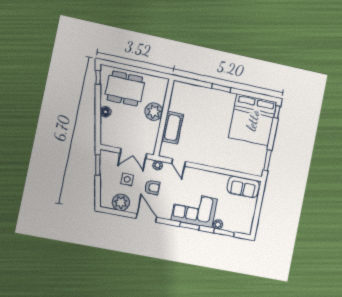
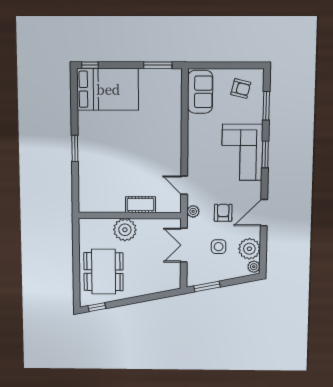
floor lamp: (105, 112) -> (138, 290), removed
bed: (253, 120) -> (108, 89), width x0.73
cot: (172, 128) -> (140, 205), width x0.73, depth x0.75
double door: (133, 153) -> (184, 245), swing flipped
door: (179, 162) -> (184, 185), swing flipped
armchair: (240, 216) -> (241, 88), added
plant: (218, 224) -> (254, 267), moved

